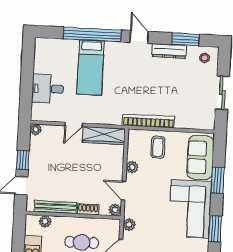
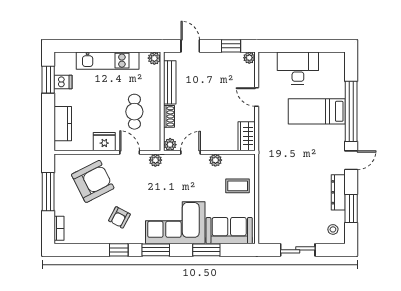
desk: (48, 89) -> (298, 68), width x1.37
bookcase: (149, 121) -> (264, 175), removed
wardrobe: (104, 136) -> (247, 136), width x0.67
window: (23, 160) -> (231, 46), moved
plant: (45, 221) -> (154, 58), moved

